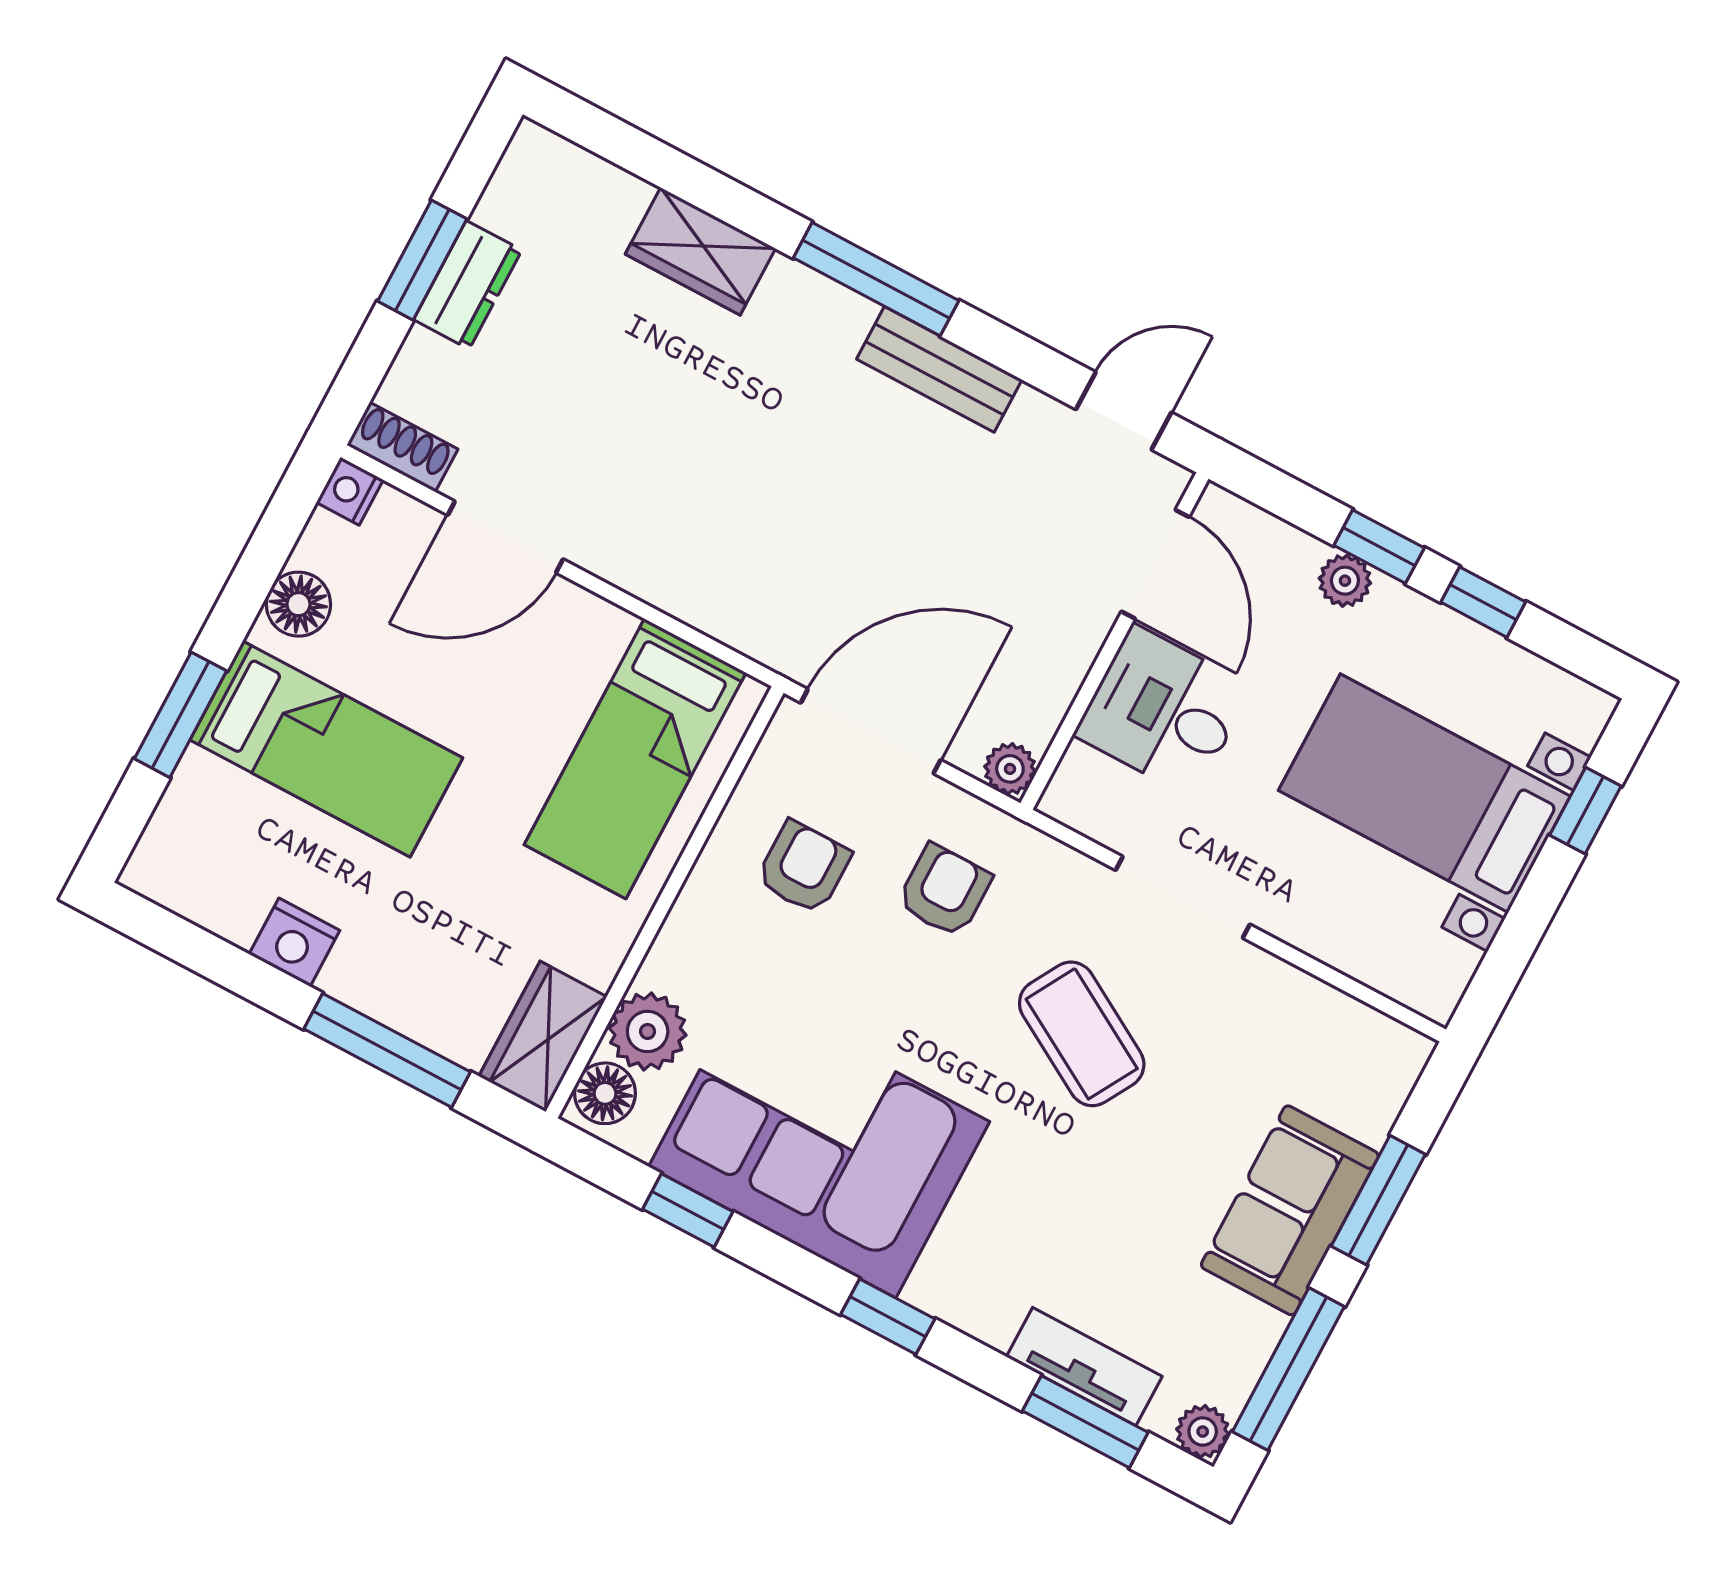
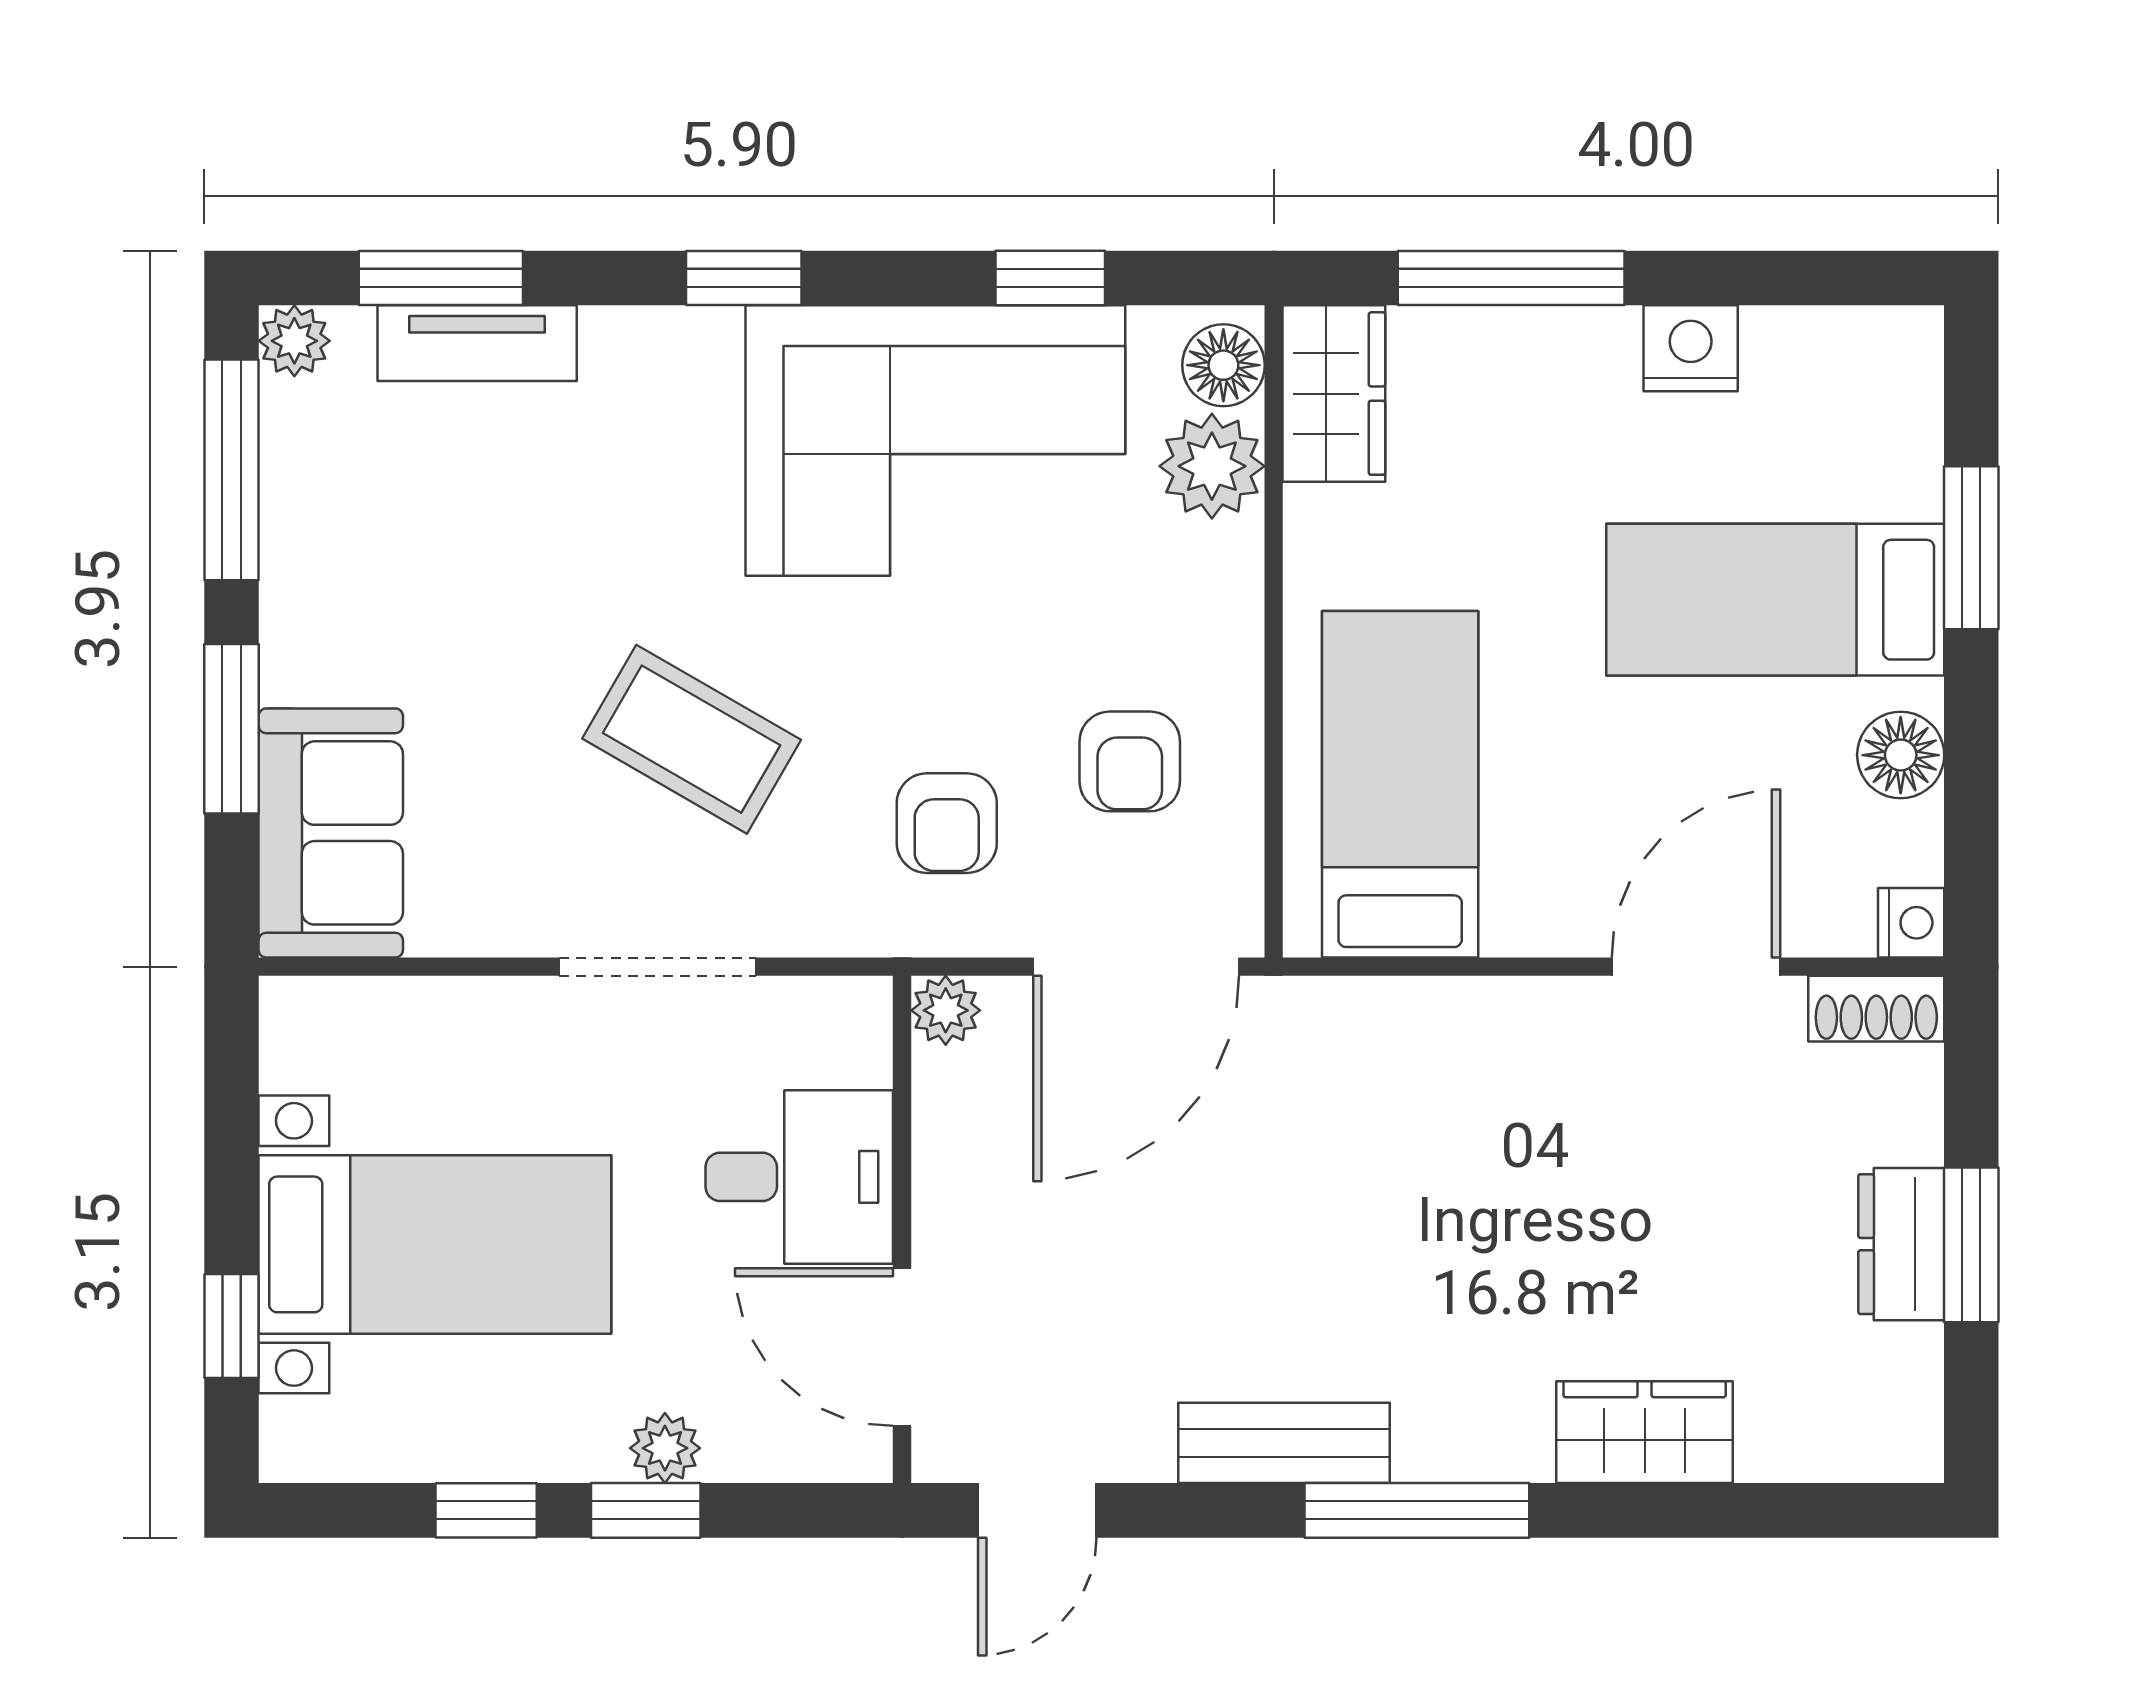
sofa: (1290, 1210) -> (331, 833), moved

